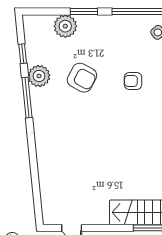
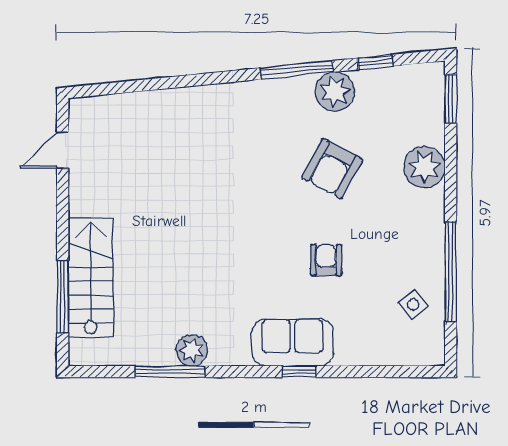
window: (84, 12) -> (451, 99), moved
plant: (65, 26) -> (424, 167), moved

